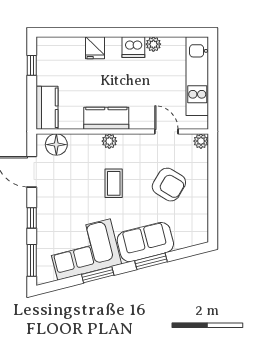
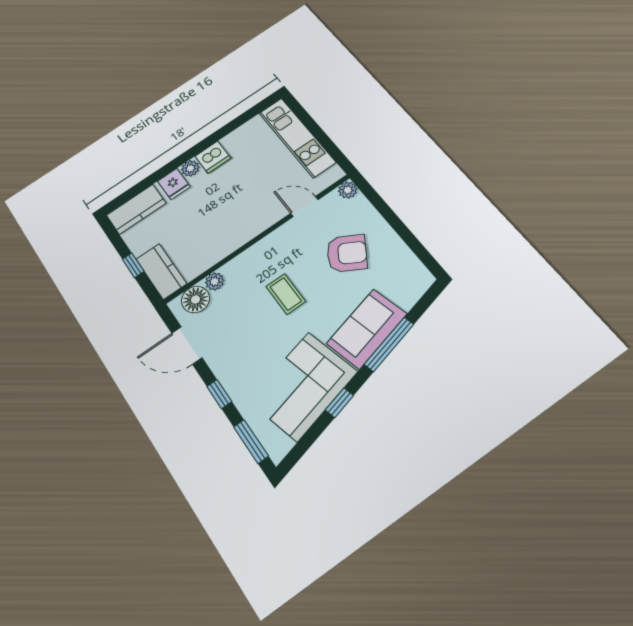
plant: (153, 44) -> (190, 168), moved
window: (32, 65) -> (133, 265), moved
kitchen counter: (106, 118) -> (136, 209), moved, turned 180
plant: (109, 141) -> (215, 281), moved
window: (151, 261) -> (389, 344), width x1.44
window: (98, 275) -> (339, 403), width x0.67

